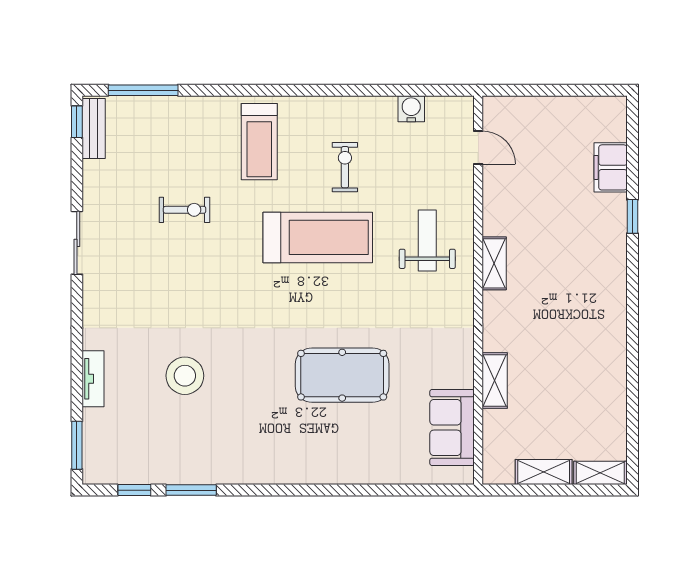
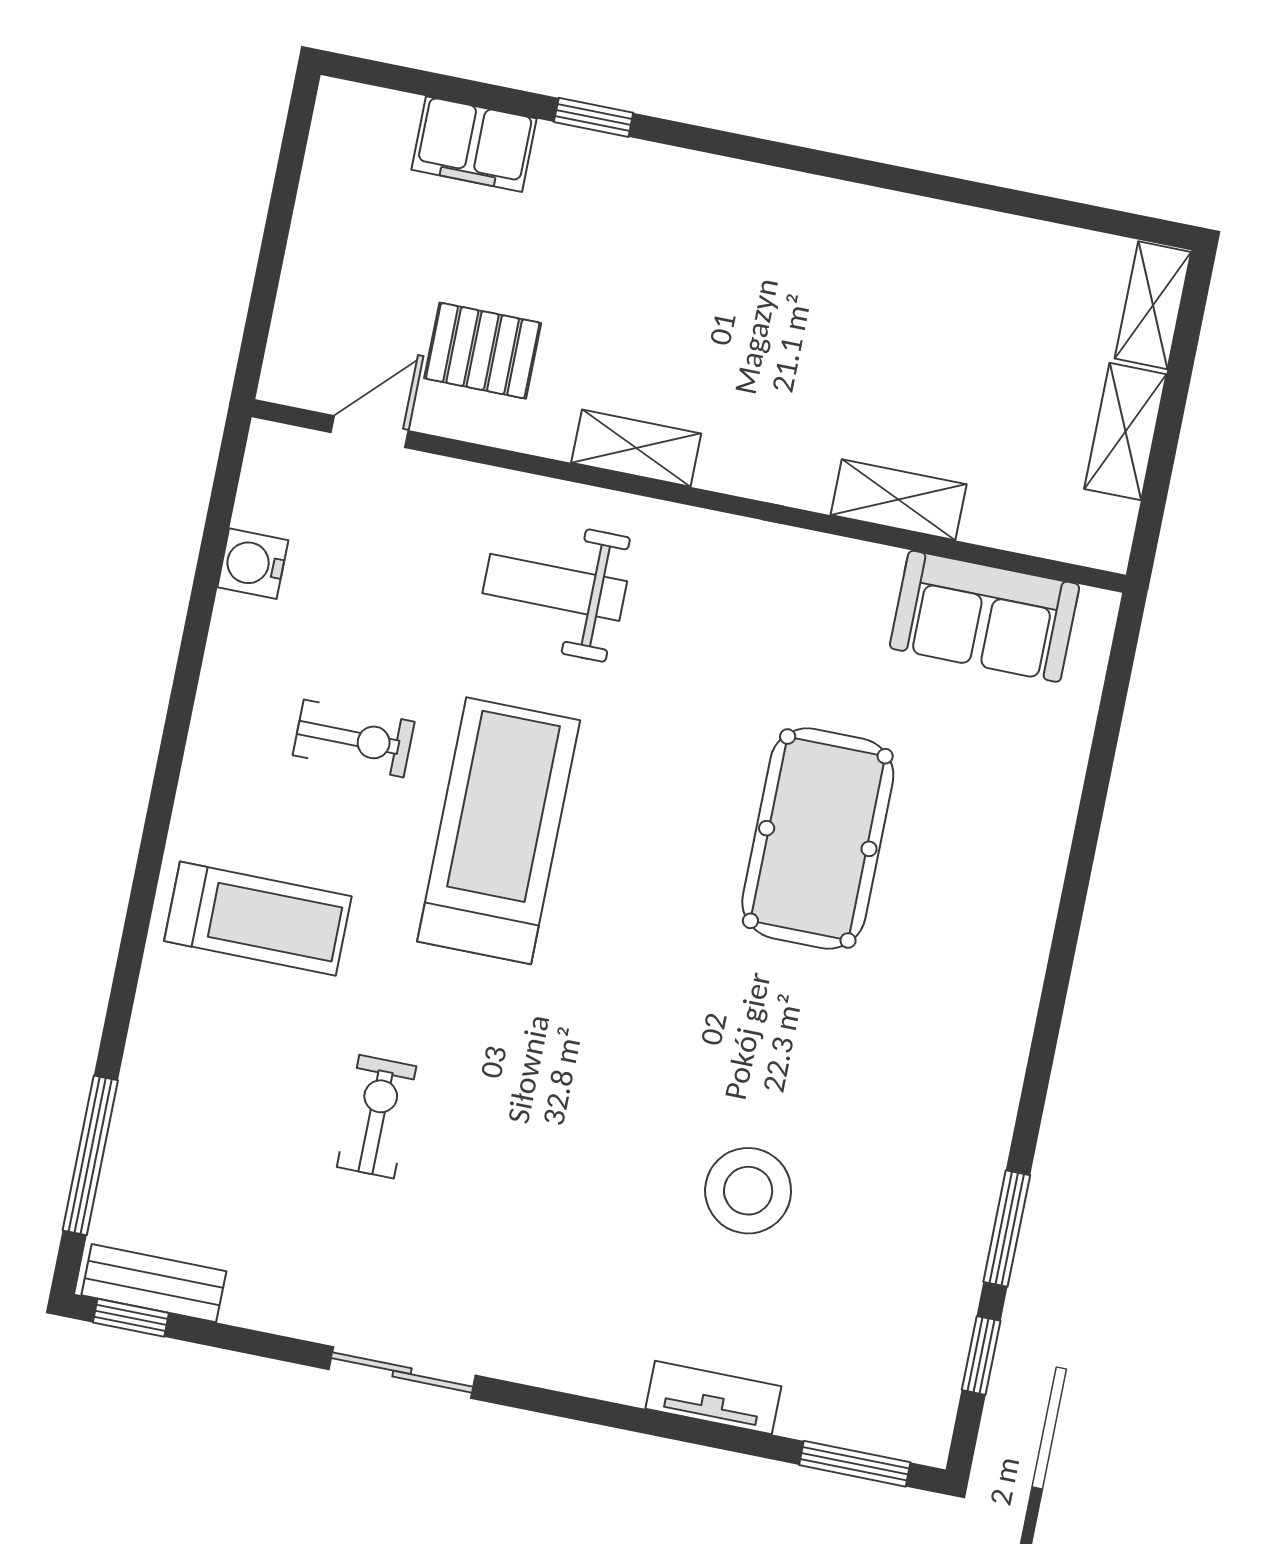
exercise bike: (345, 167) -> (354, 738), turned 180
pallet: (523, 189) -> (483, 351), added

